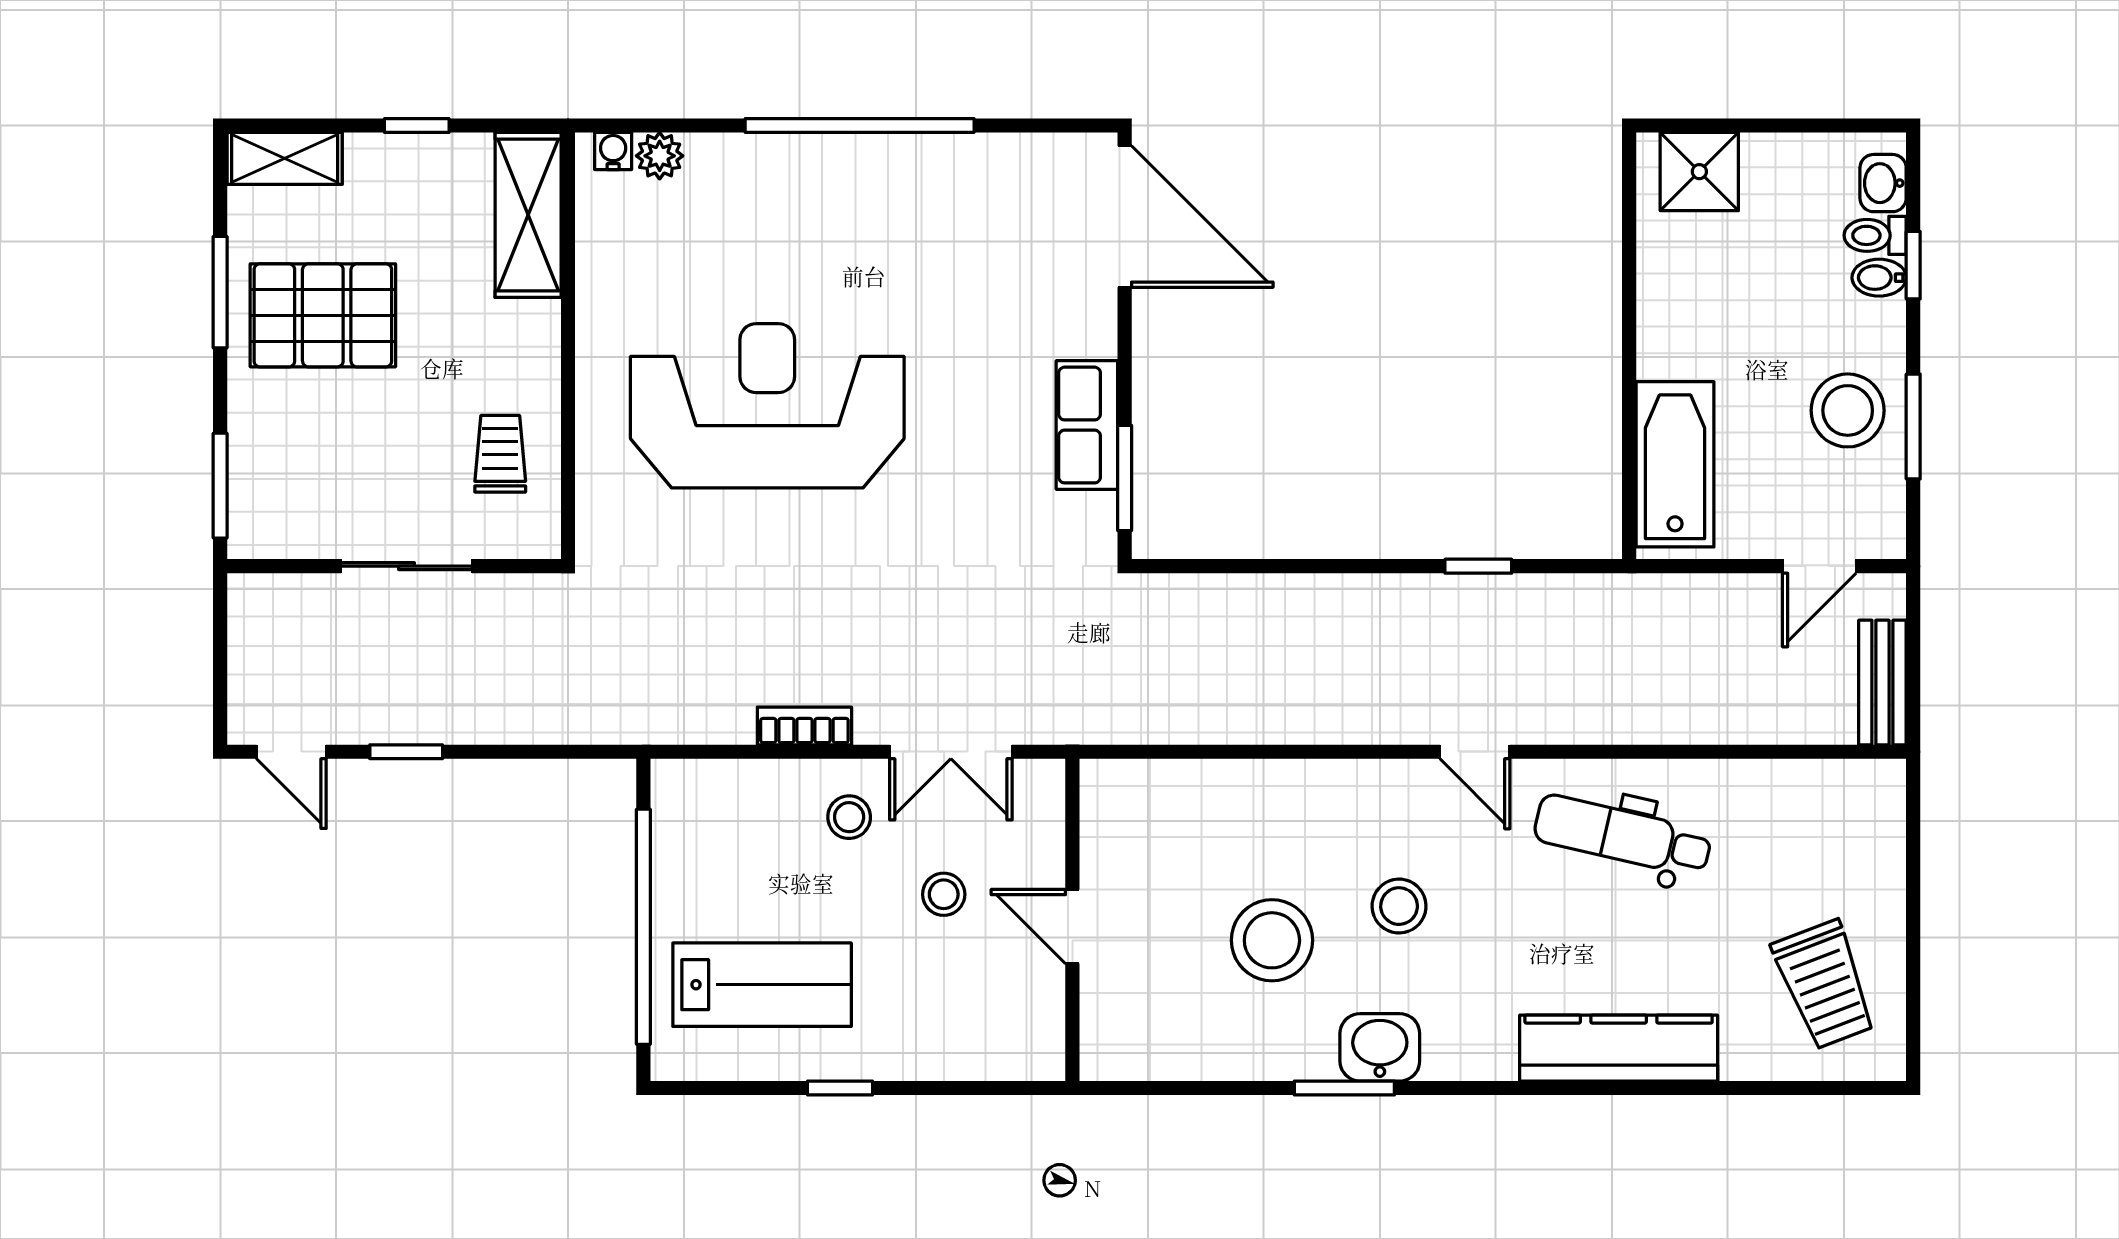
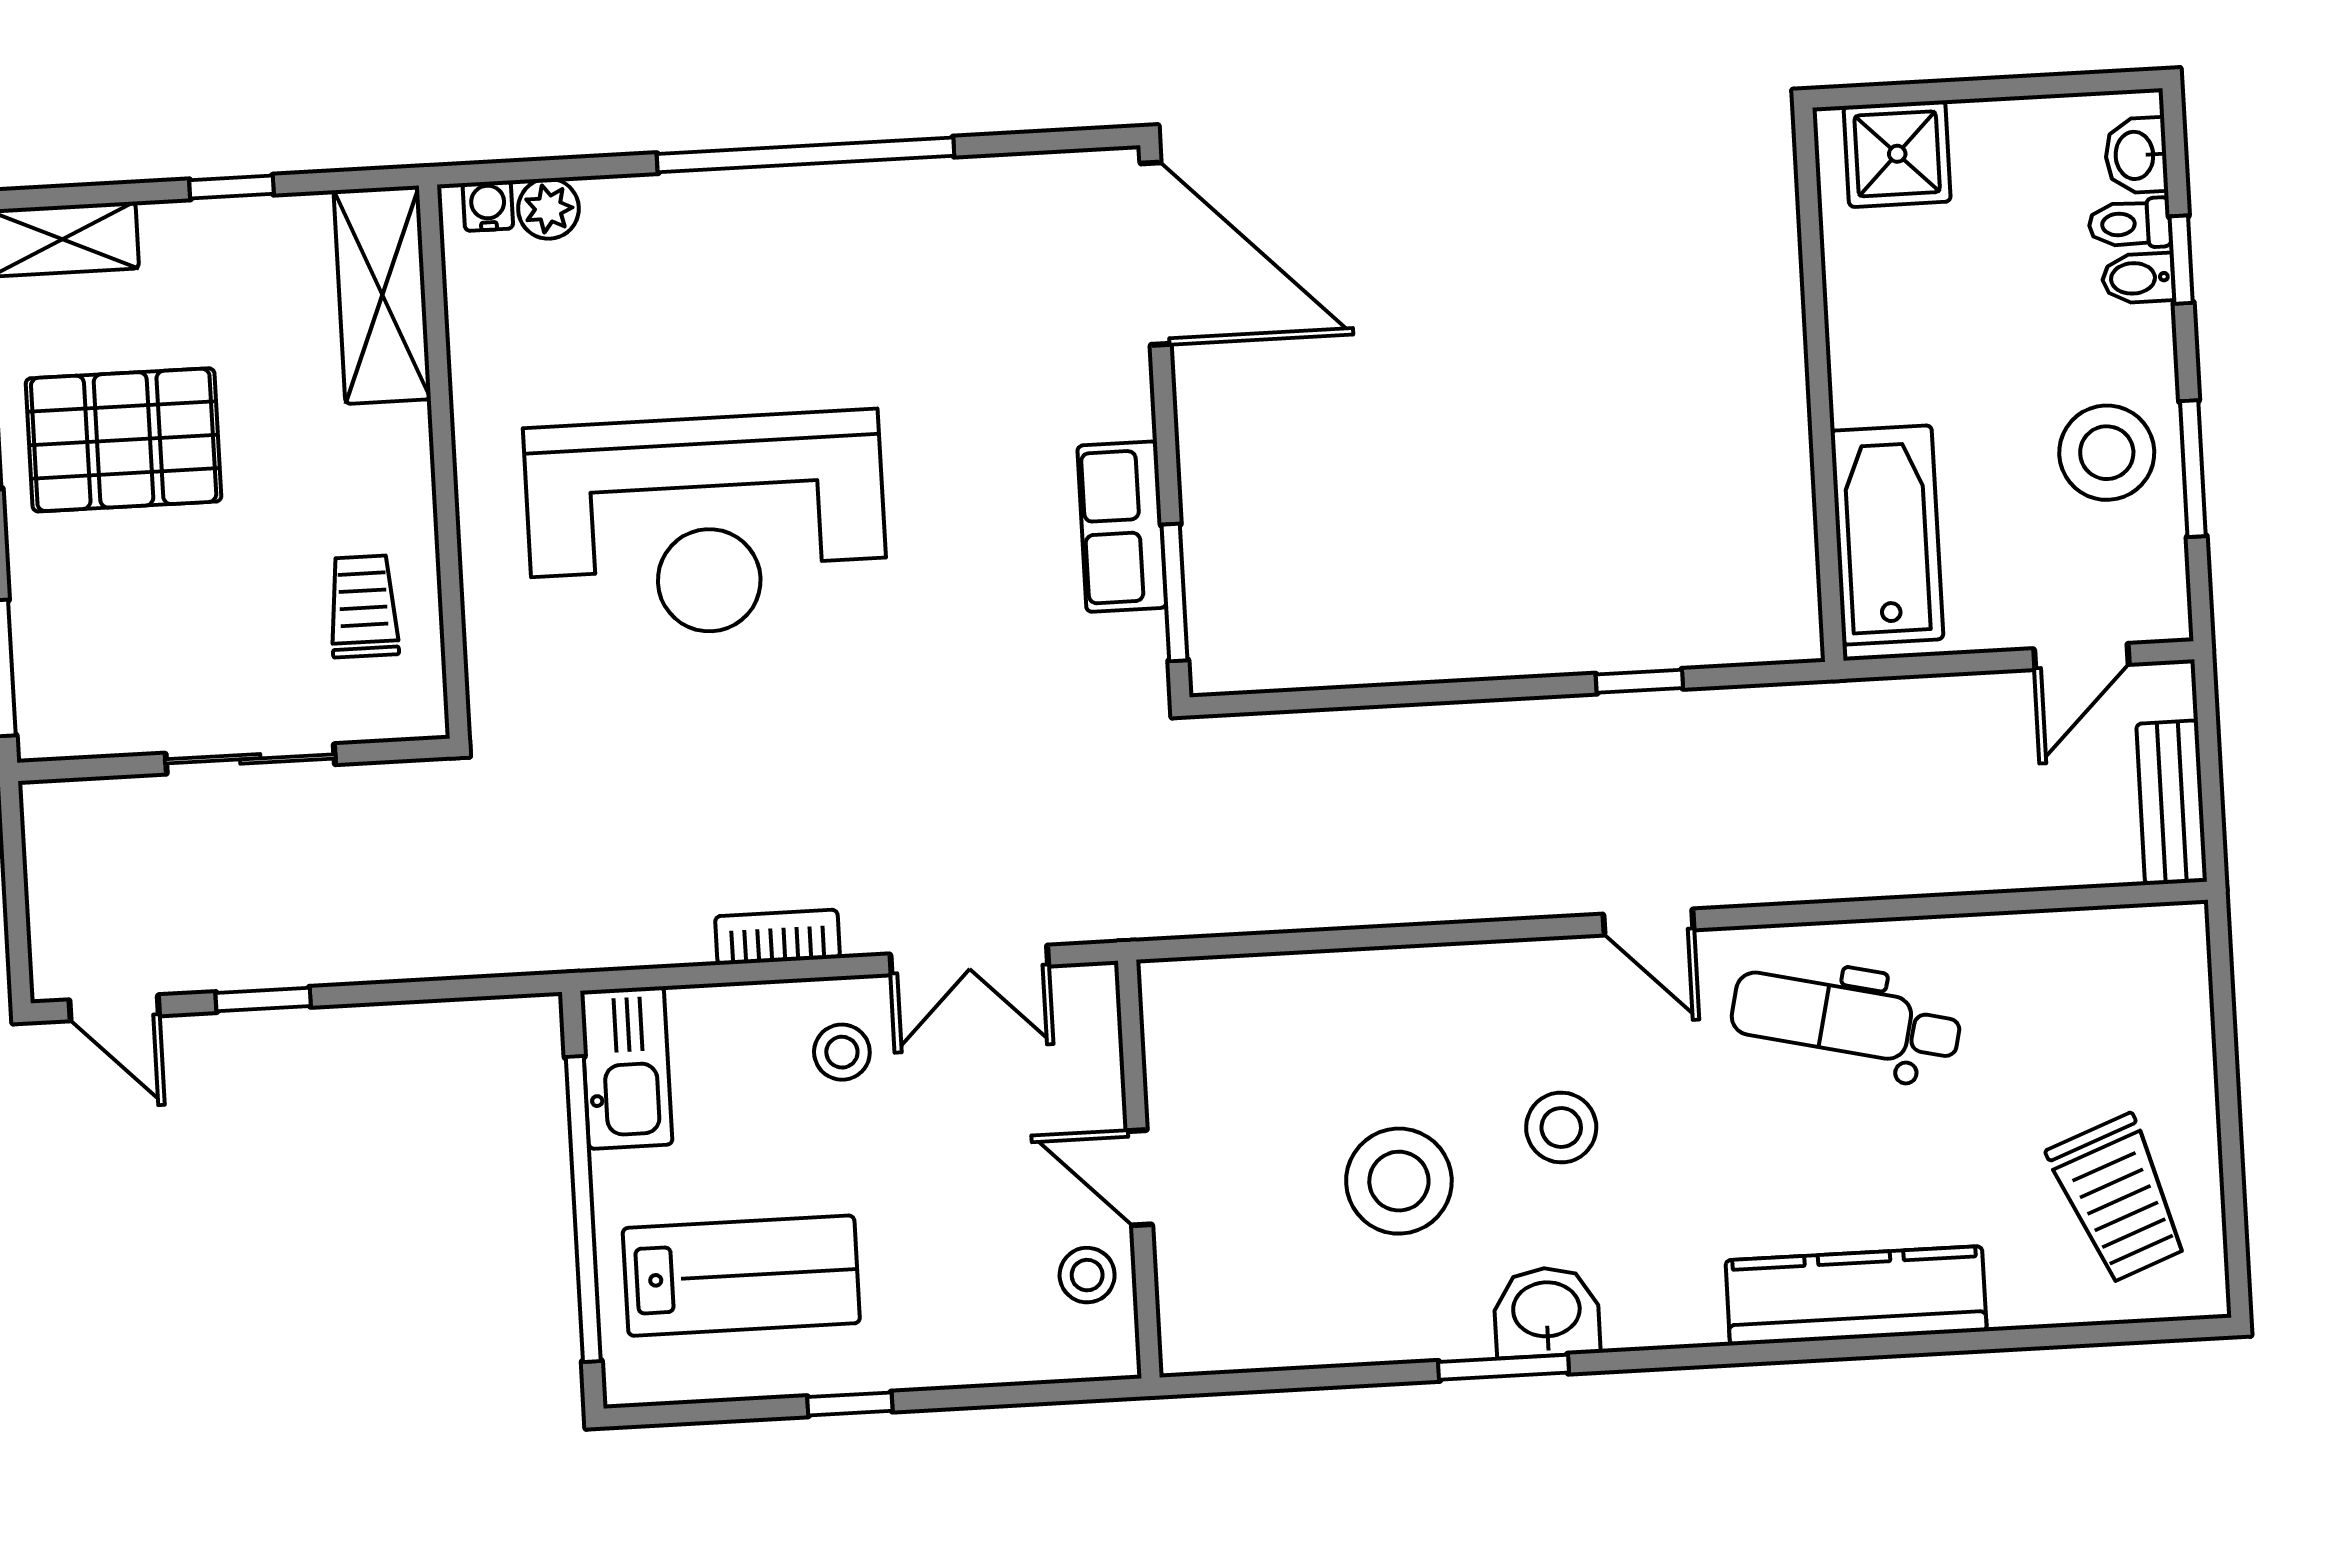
reception desk: (767, 406) -> (706, 525), turned 180
kitchen sink: (683, 820) -> (626, 1068), added
stool: (944, 894) -> (1087, 1275), moved

